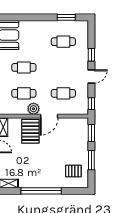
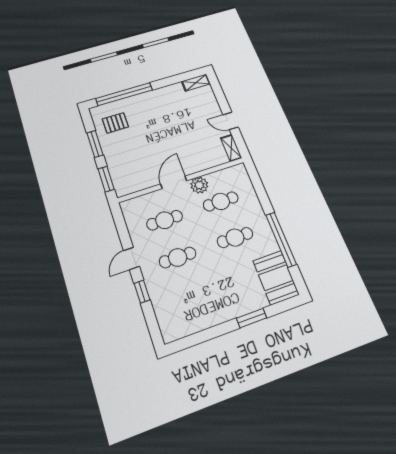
window: (66, 17) -> (252, 318), moved
cafe table: (63, 42) -> (178, 257), moved
window: (91, 104) -> (119, 219), removed
pallet: (30, 131) -> (192, 154), removed
window: (41, 191) -> (124, 94), moved

